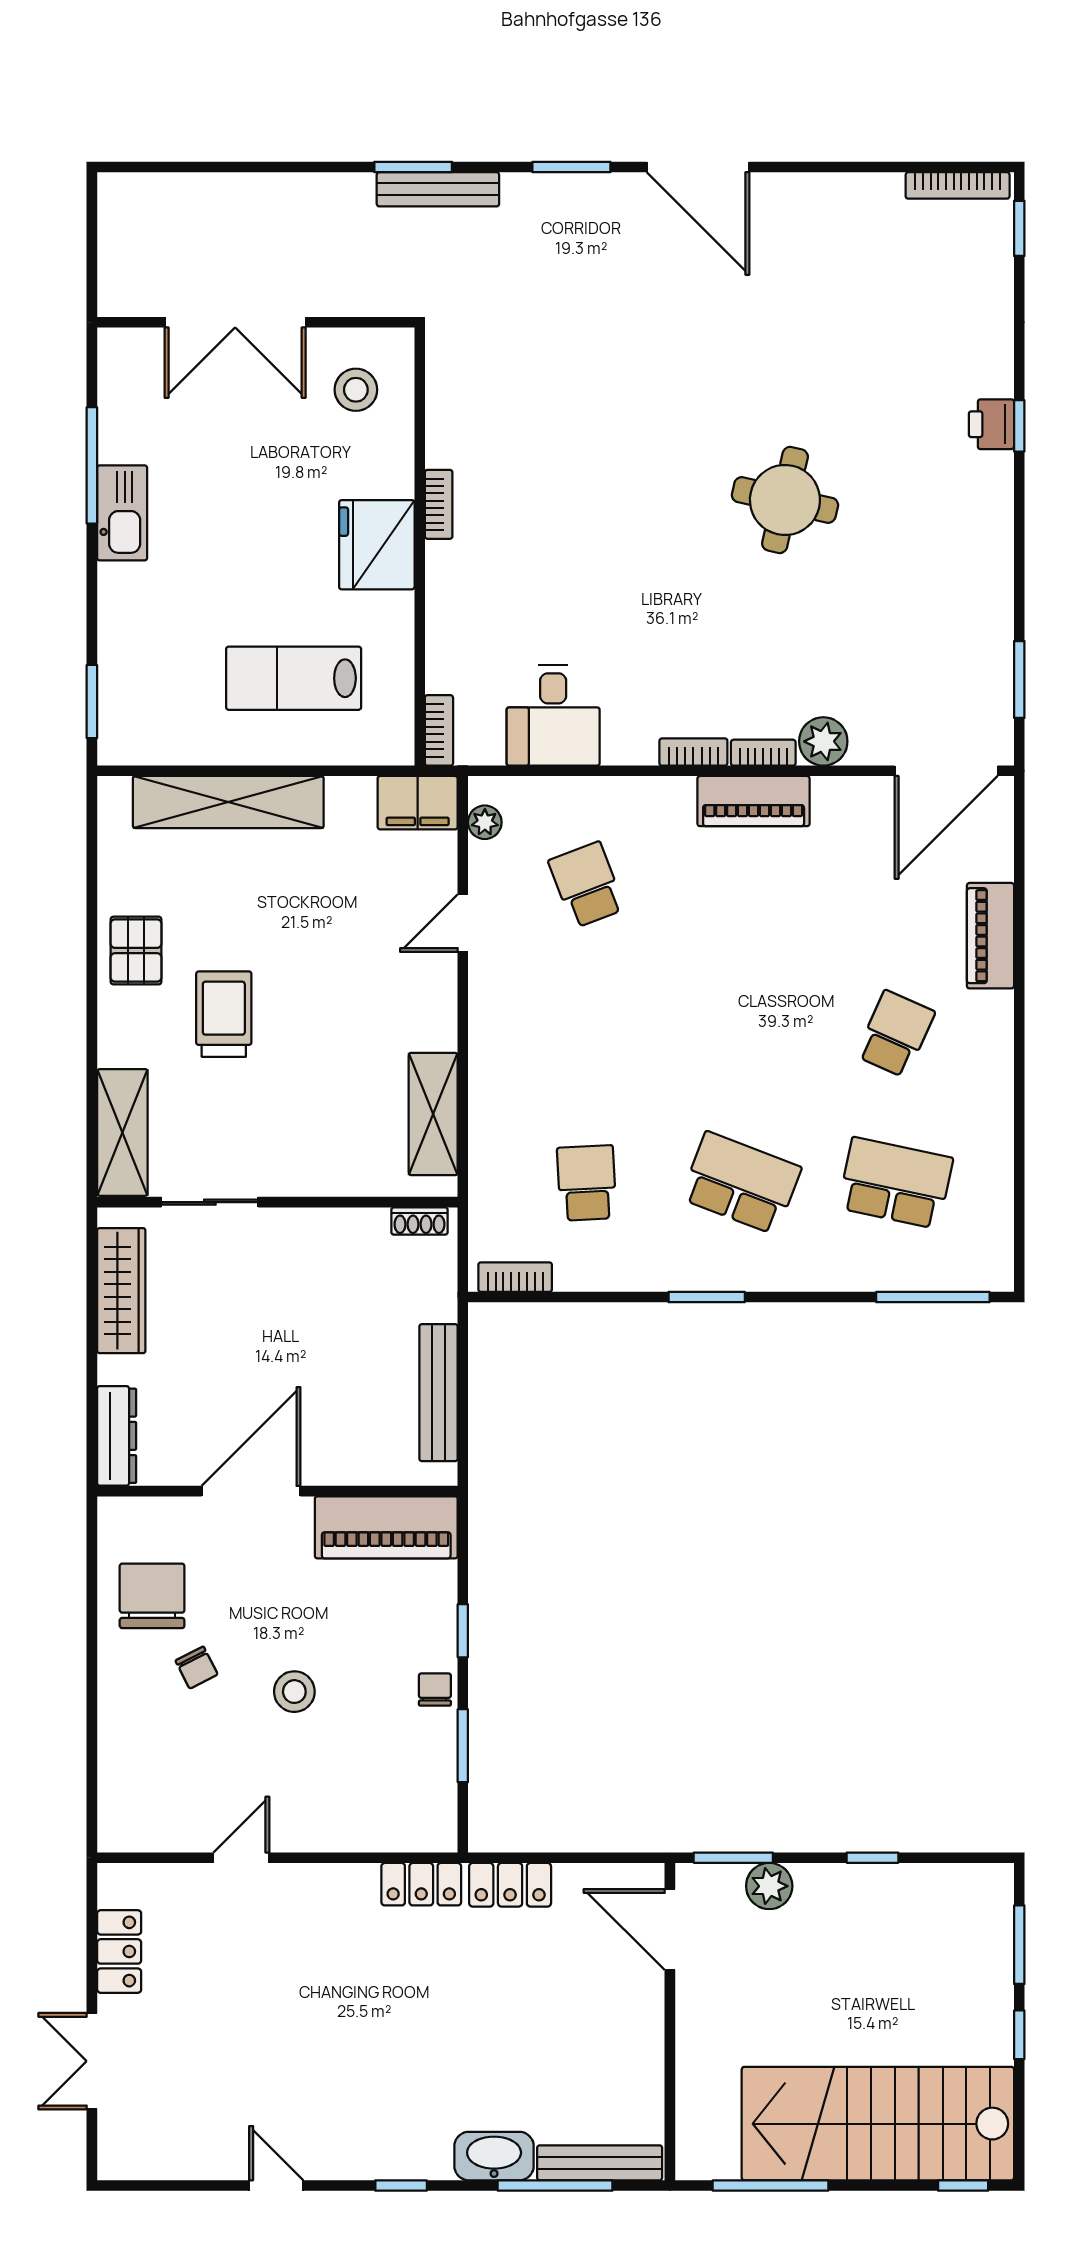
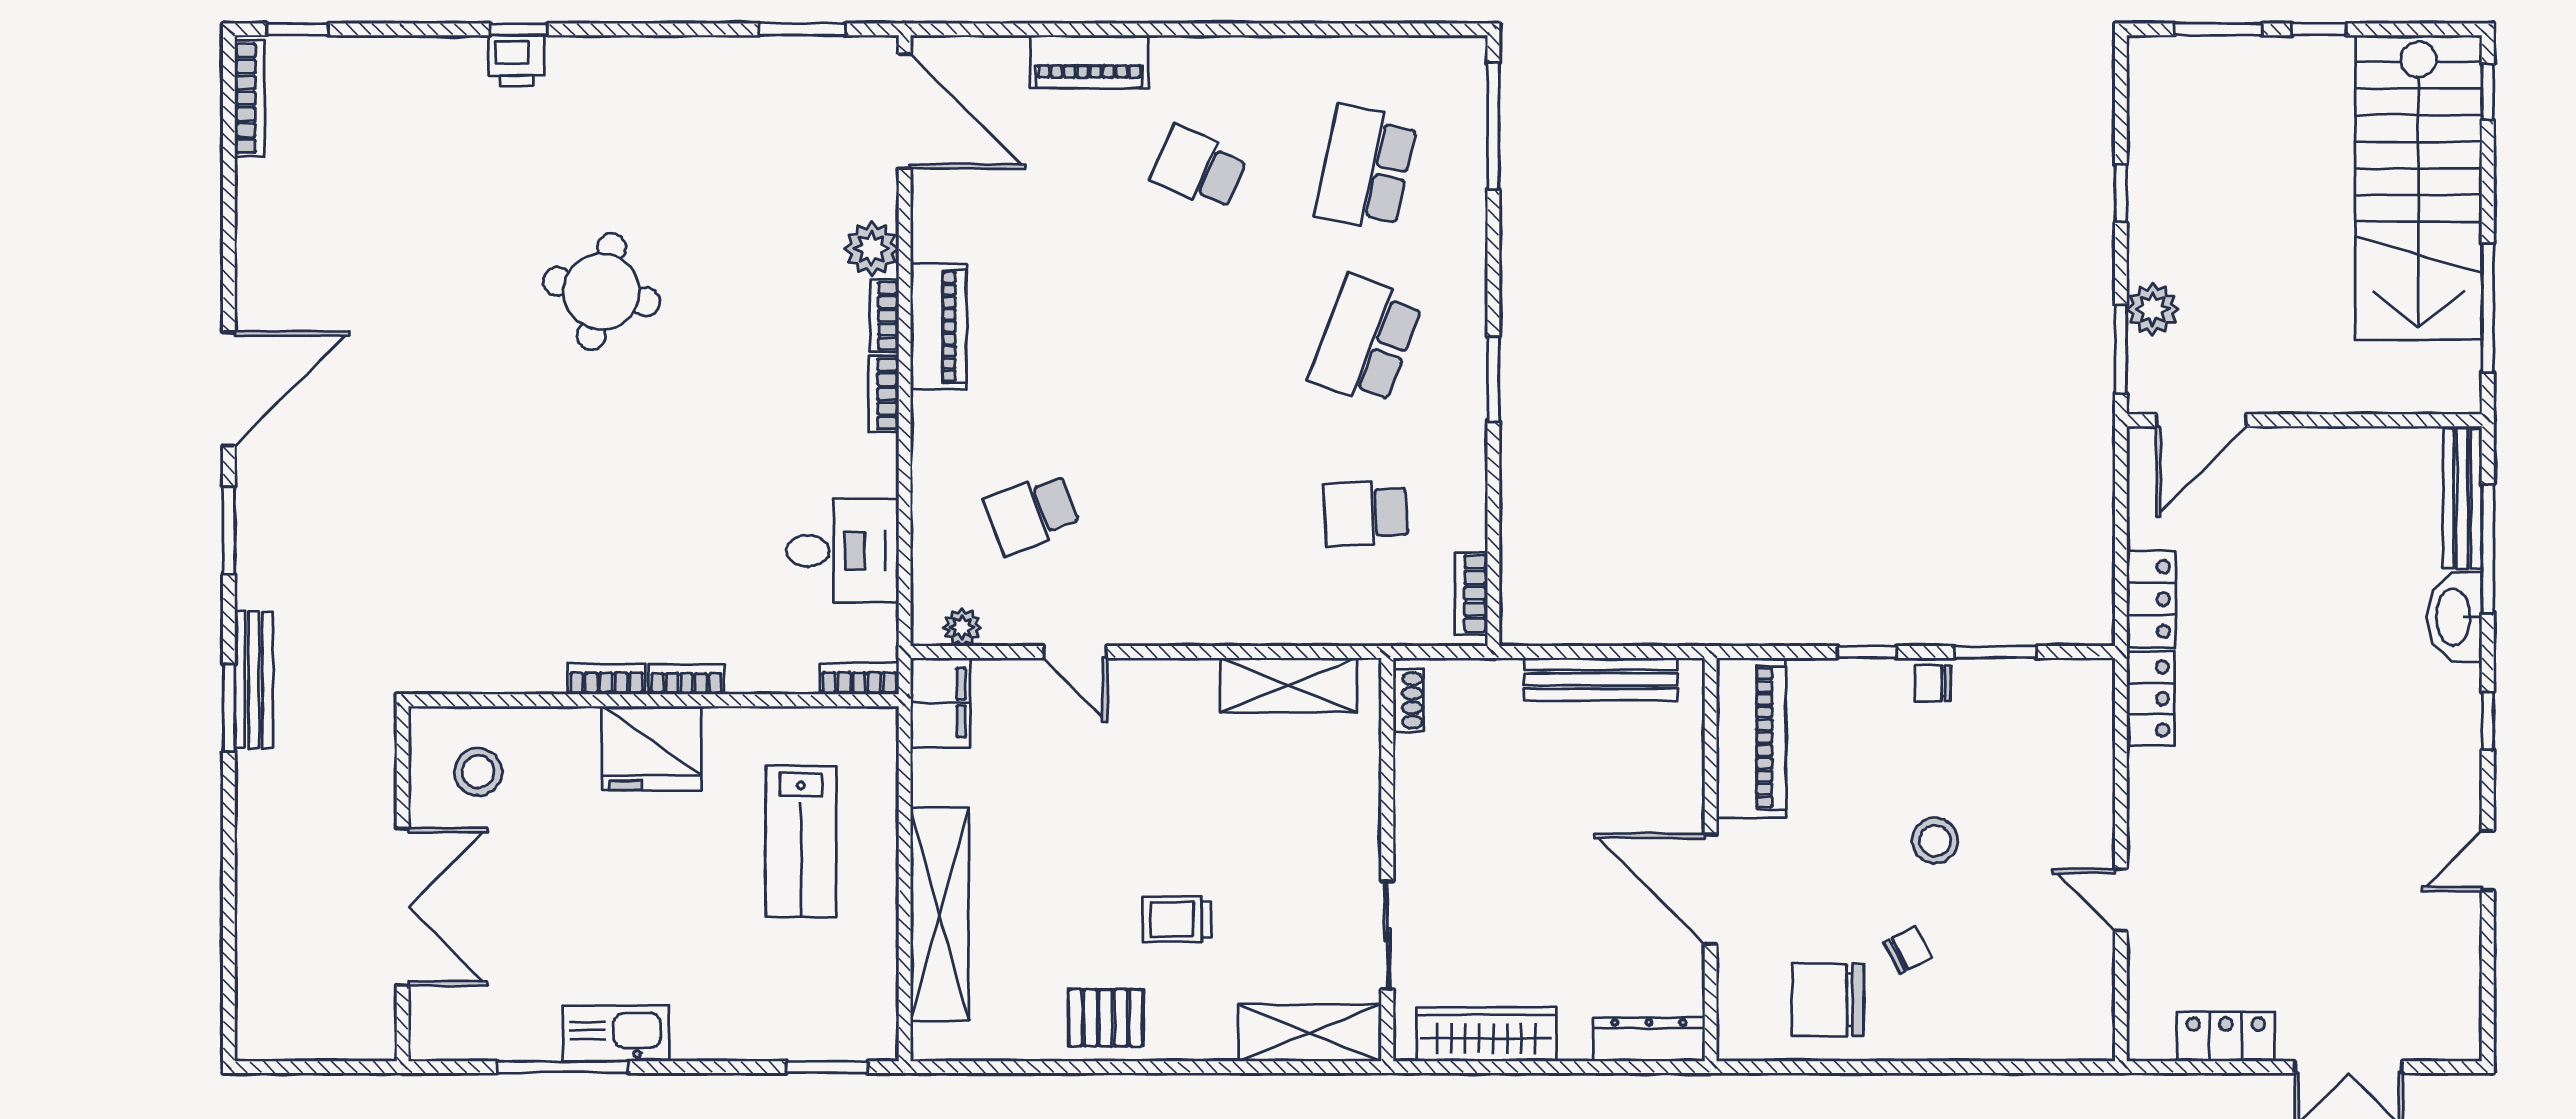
bookcase: (438, 576) -> (686, 679), added
trolley: (224, 1014) -> (1177, 919), width x0.73, depth x0.72

